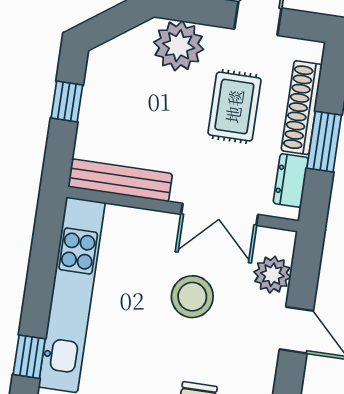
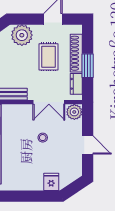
plant: (272, 275) -> (74, 112), moved
stool: (192, 297) -> (43, 138), width x0.53, depth x0.53

